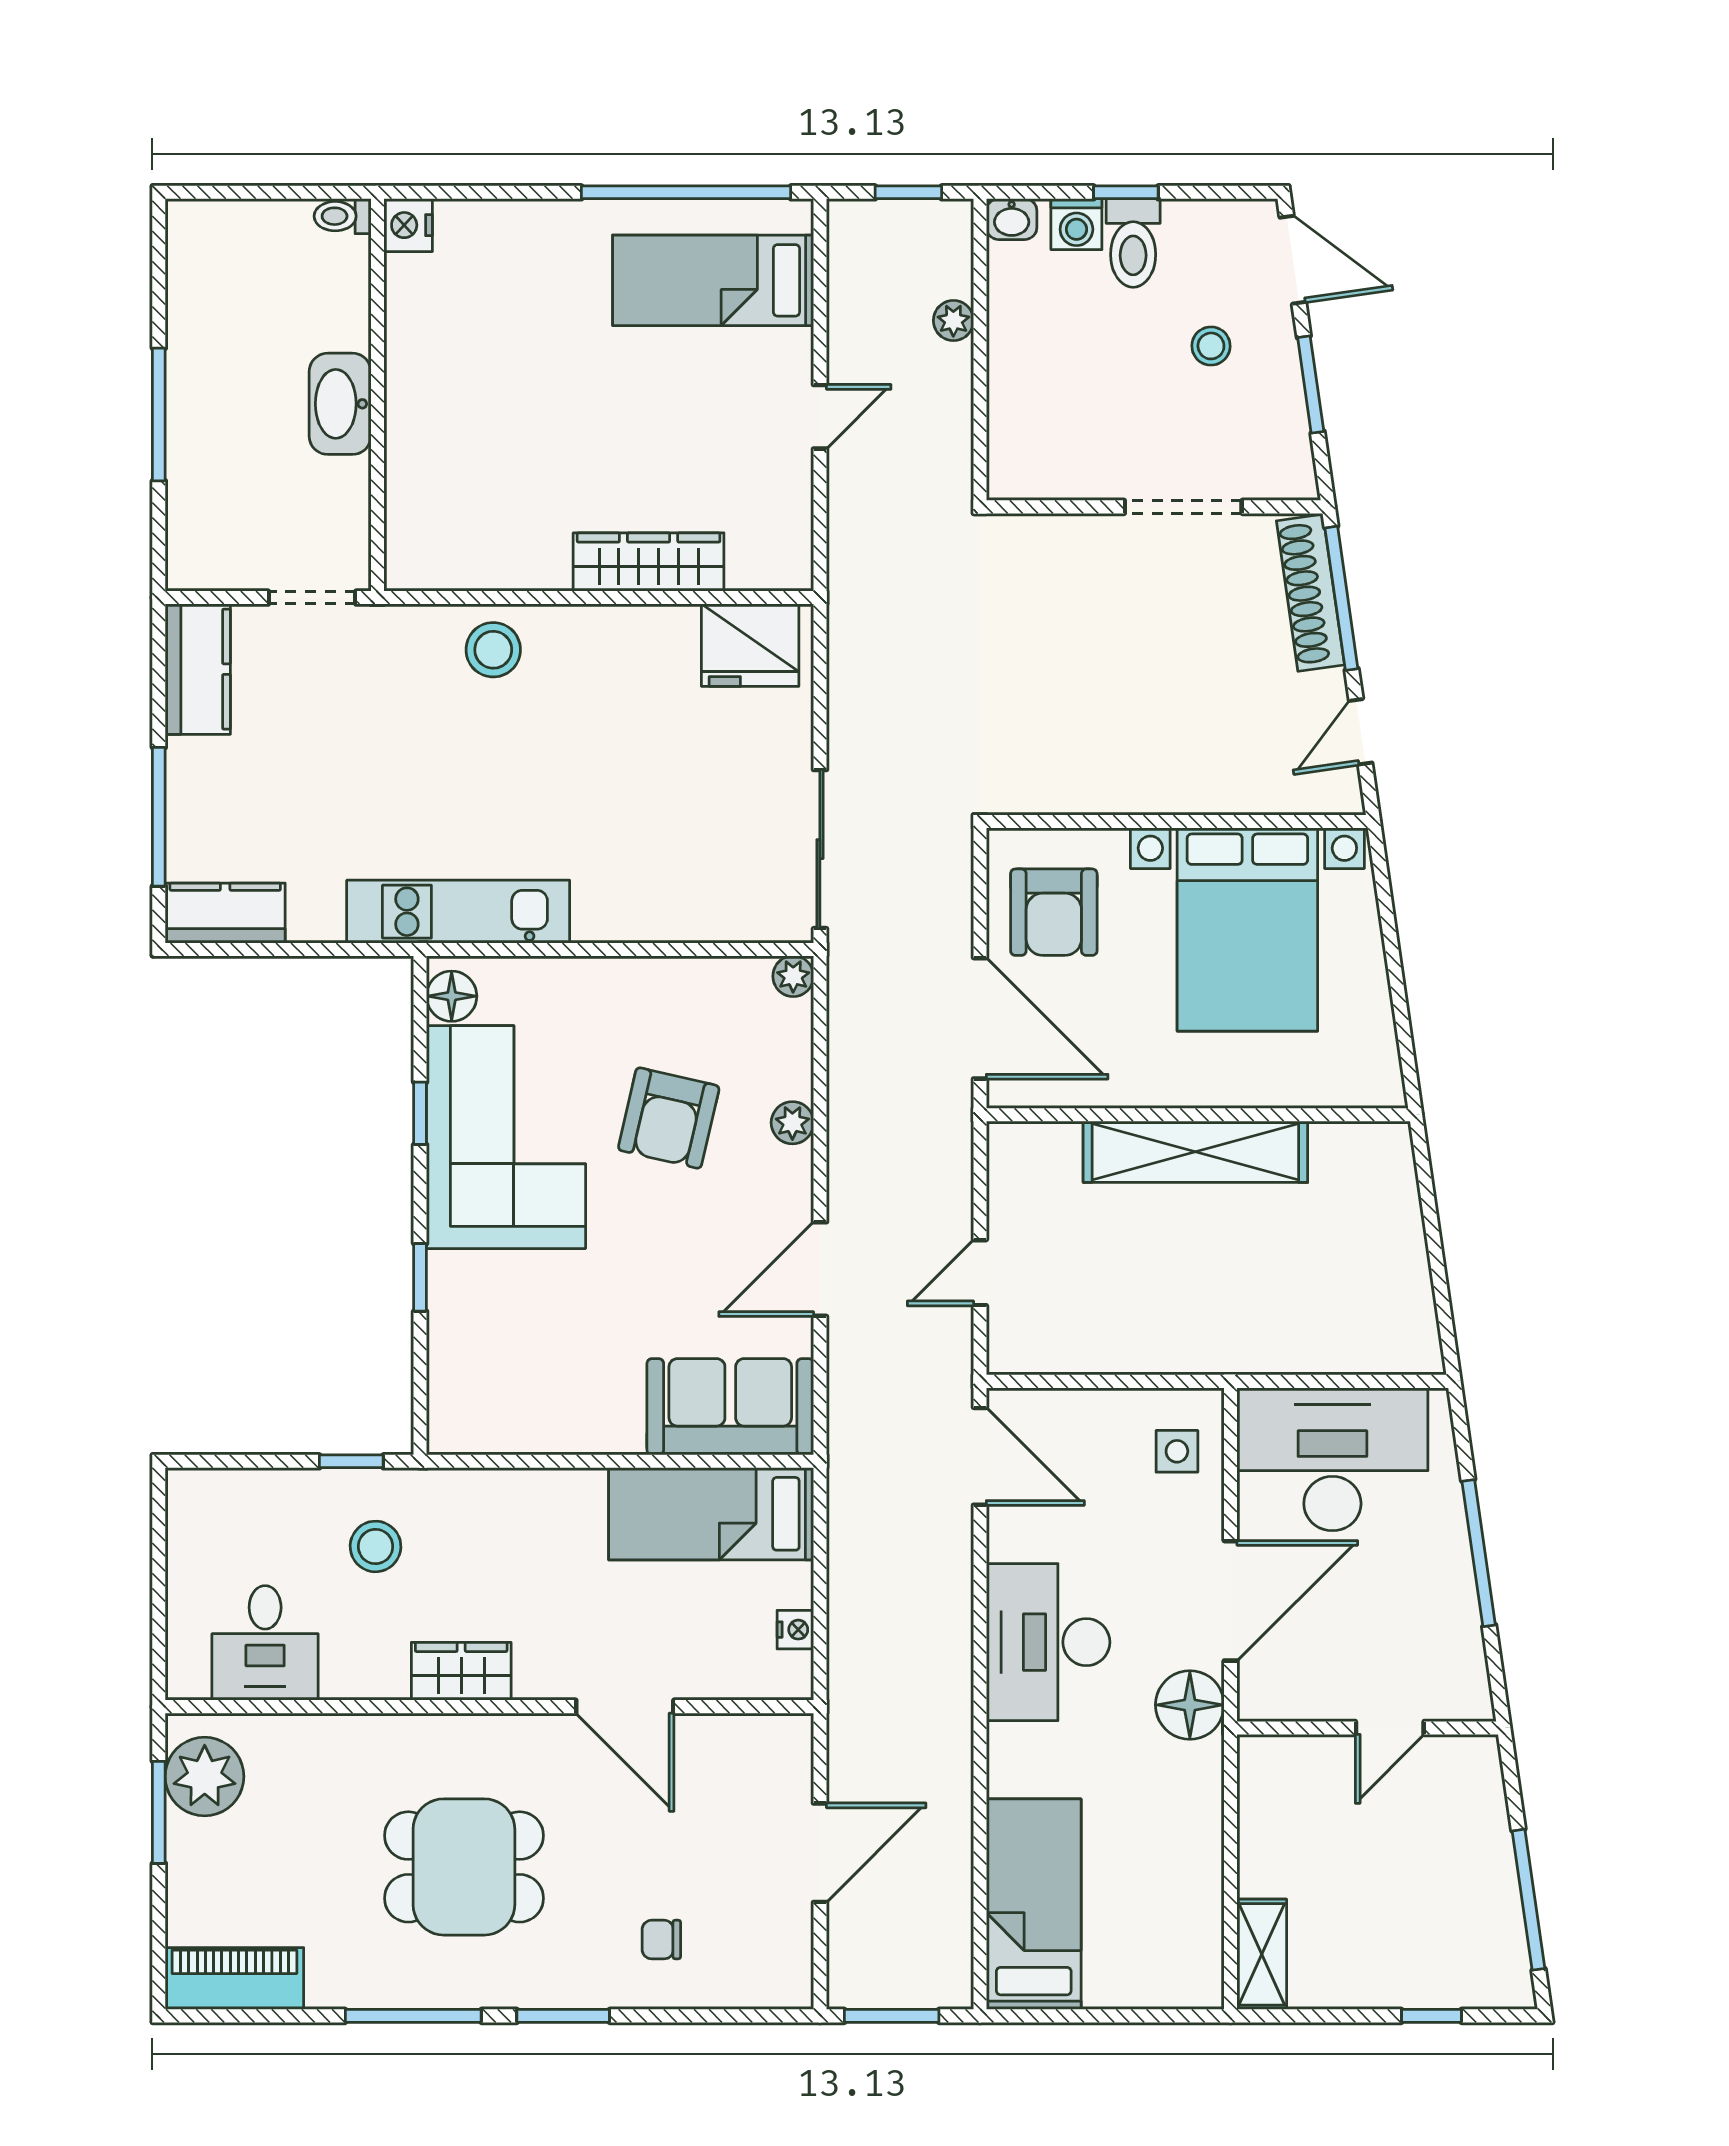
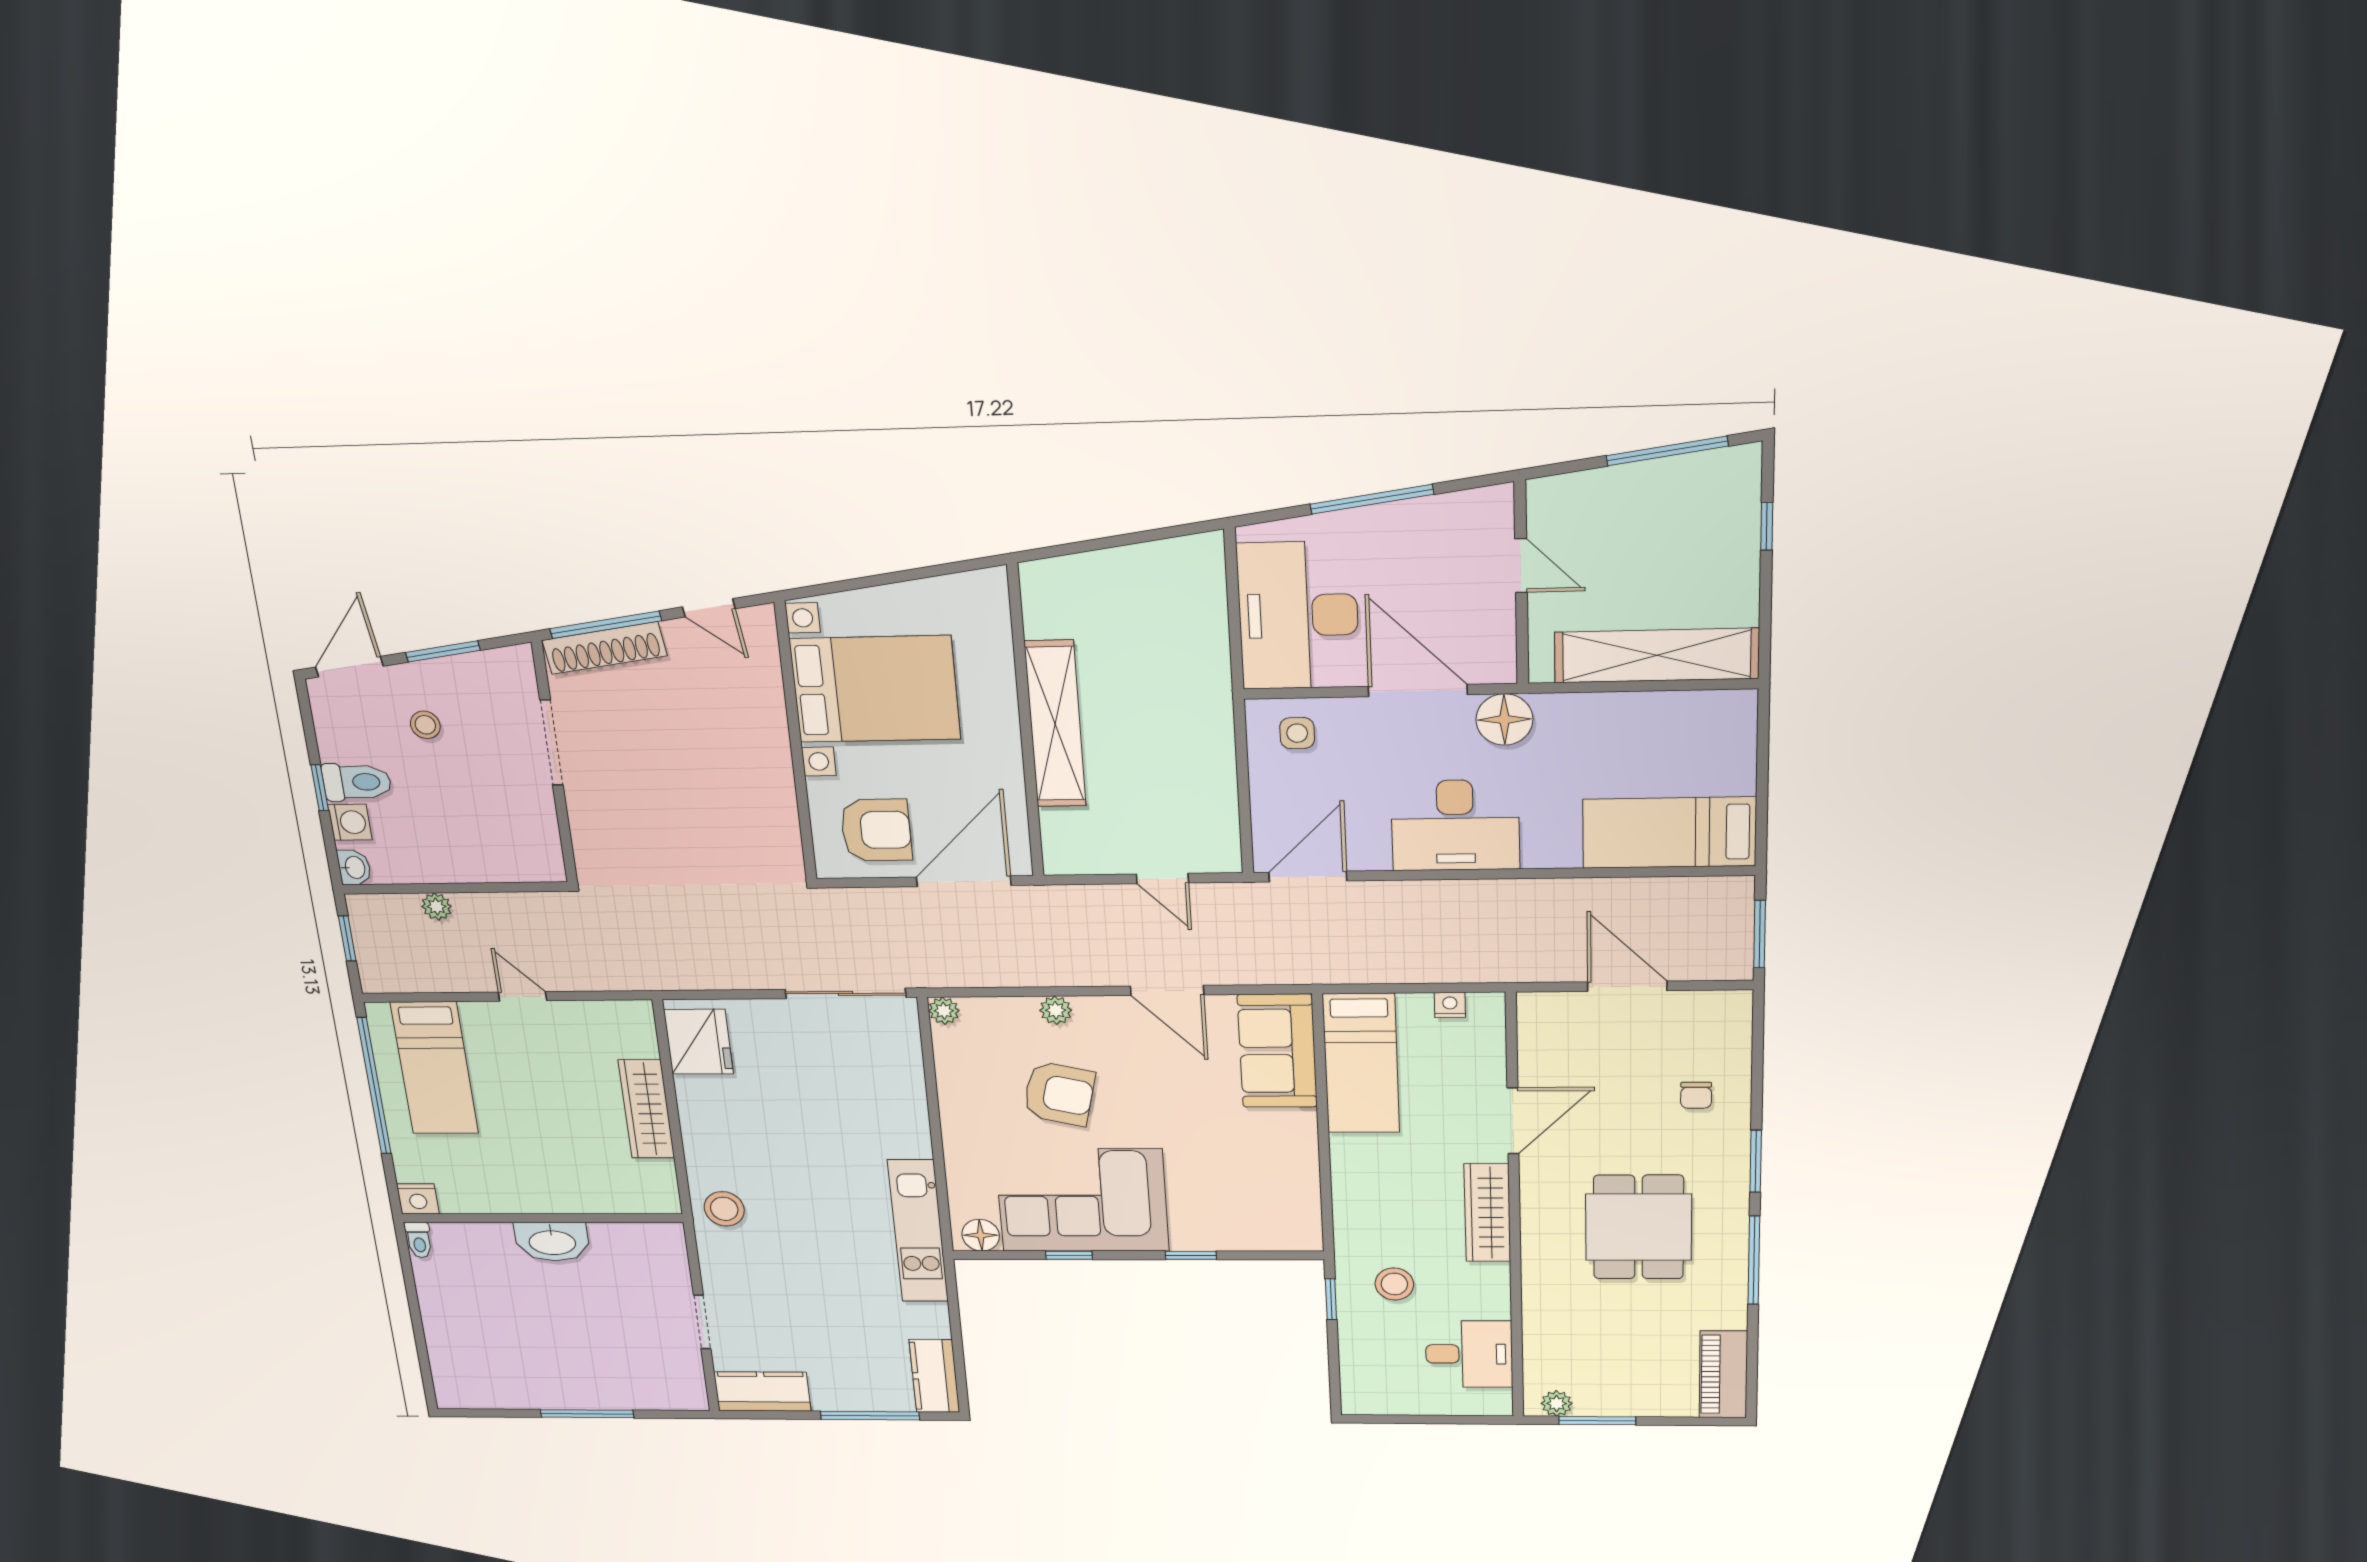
toilet: (343, 216) -> (419, 1240), moved
nightstand: (408, 225) -> (418, 1199), moved
wall: (377, 395) -> (542, 1218), moved
washbasin: (340, 404) -> (552, 1242), moved
wardrobe: (461, 1671) -> (1487, 1213), width x1.50
plant: (205, 1777) -> (1557, 1403), width x0.53, depth x0.53
shelving: (1262, 1954) -> (1657, 655), width x2.20, depth x1.33

